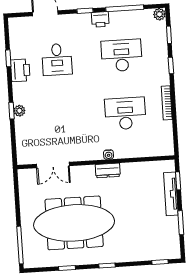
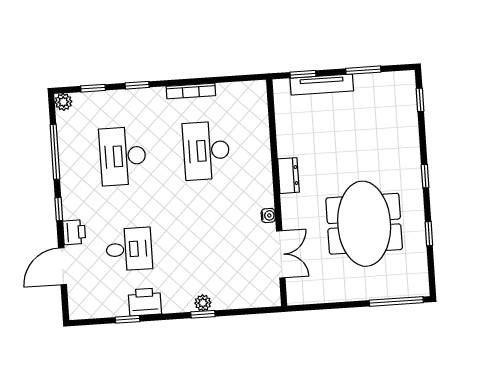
printer: (100, 19) -> (74, 232), moved
water cooler: (109, 155) -> (268, 215), moved
meeting table: (74, 223) -> (364, 224), width x0.73

